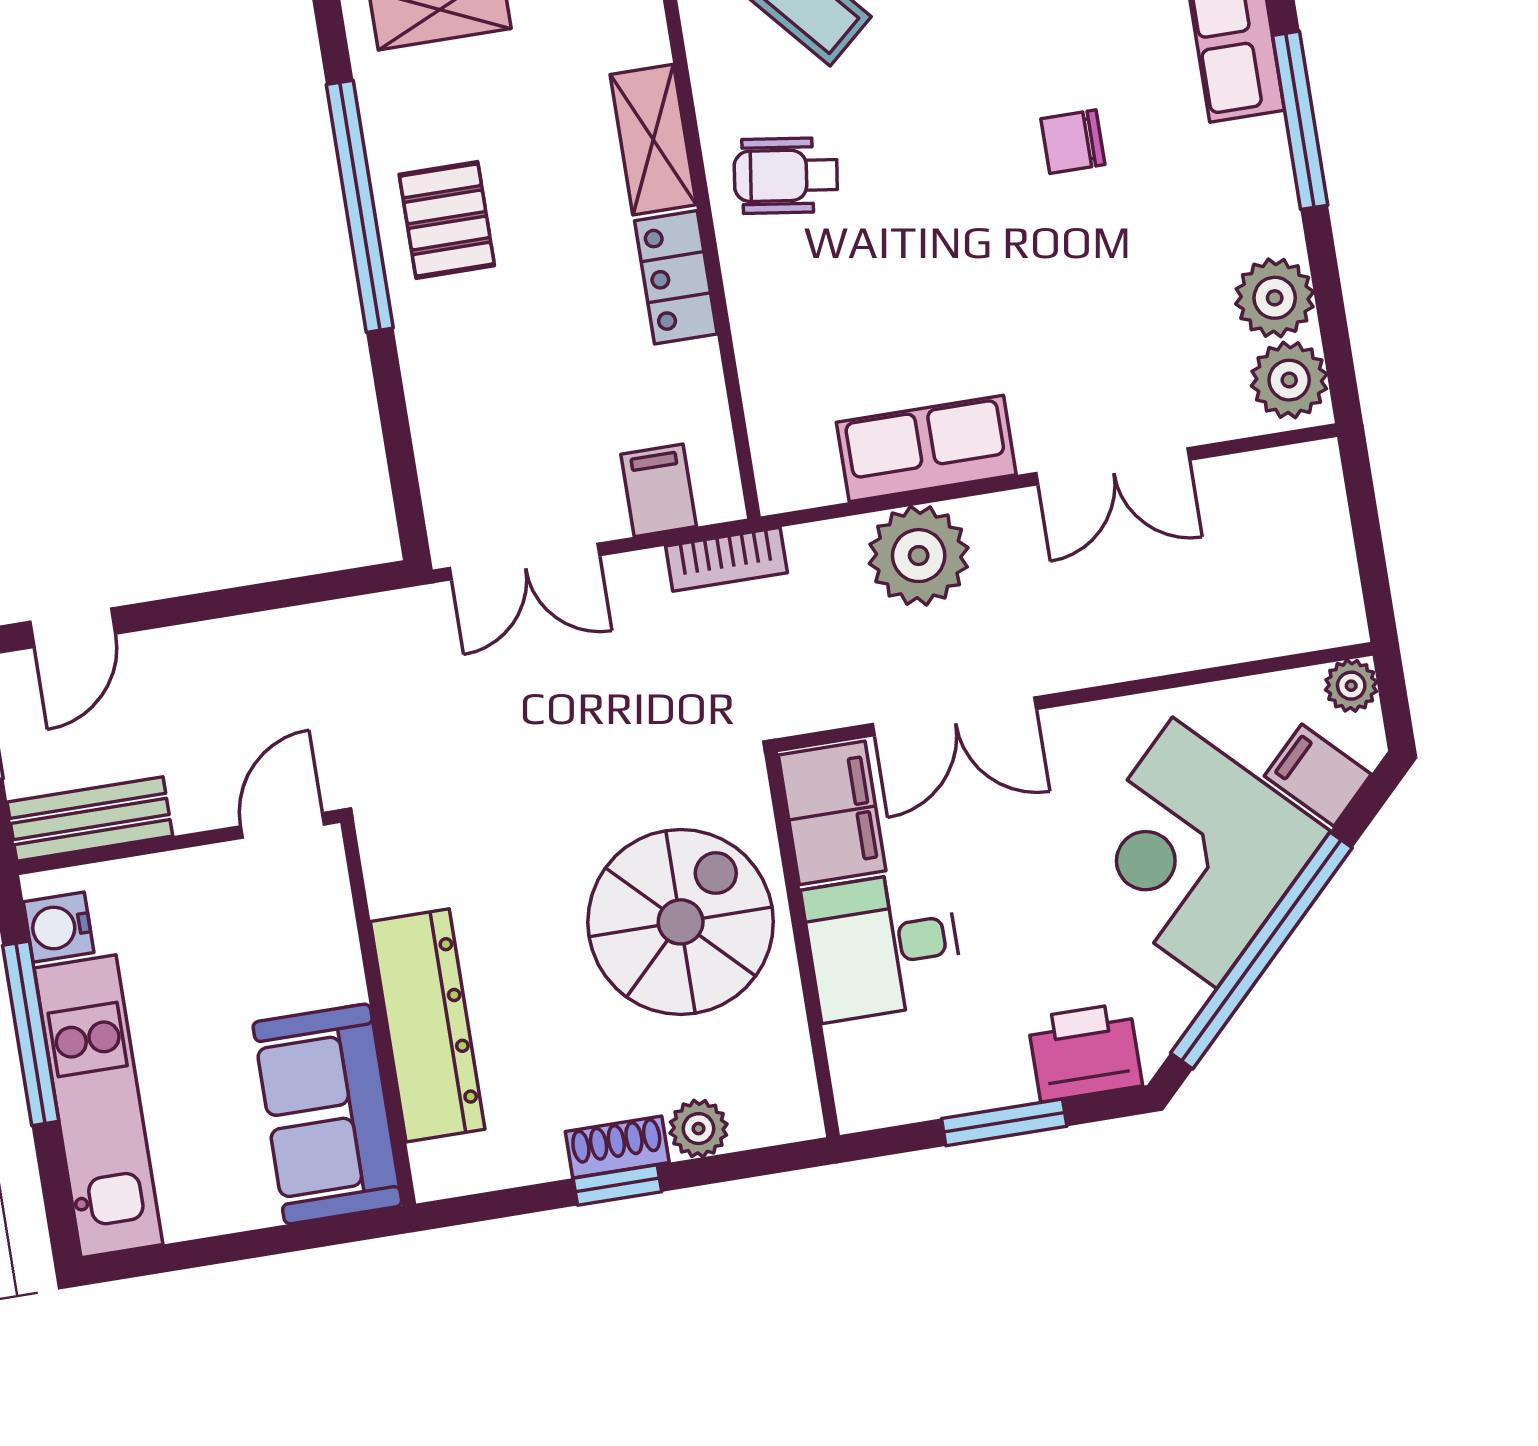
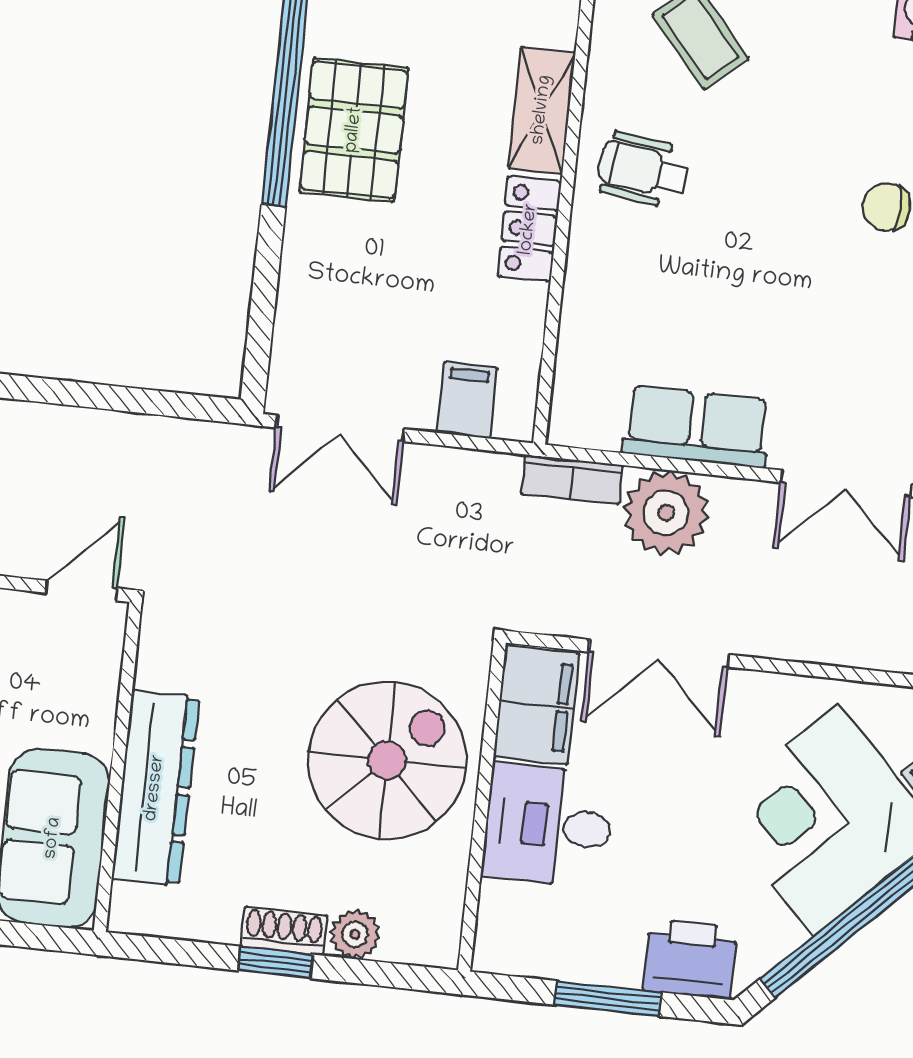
pallet: (447, 220) -> (354, 130), width x1.50, depth x1.42
bookcase: (726, 559) -> (572, 479), moved

